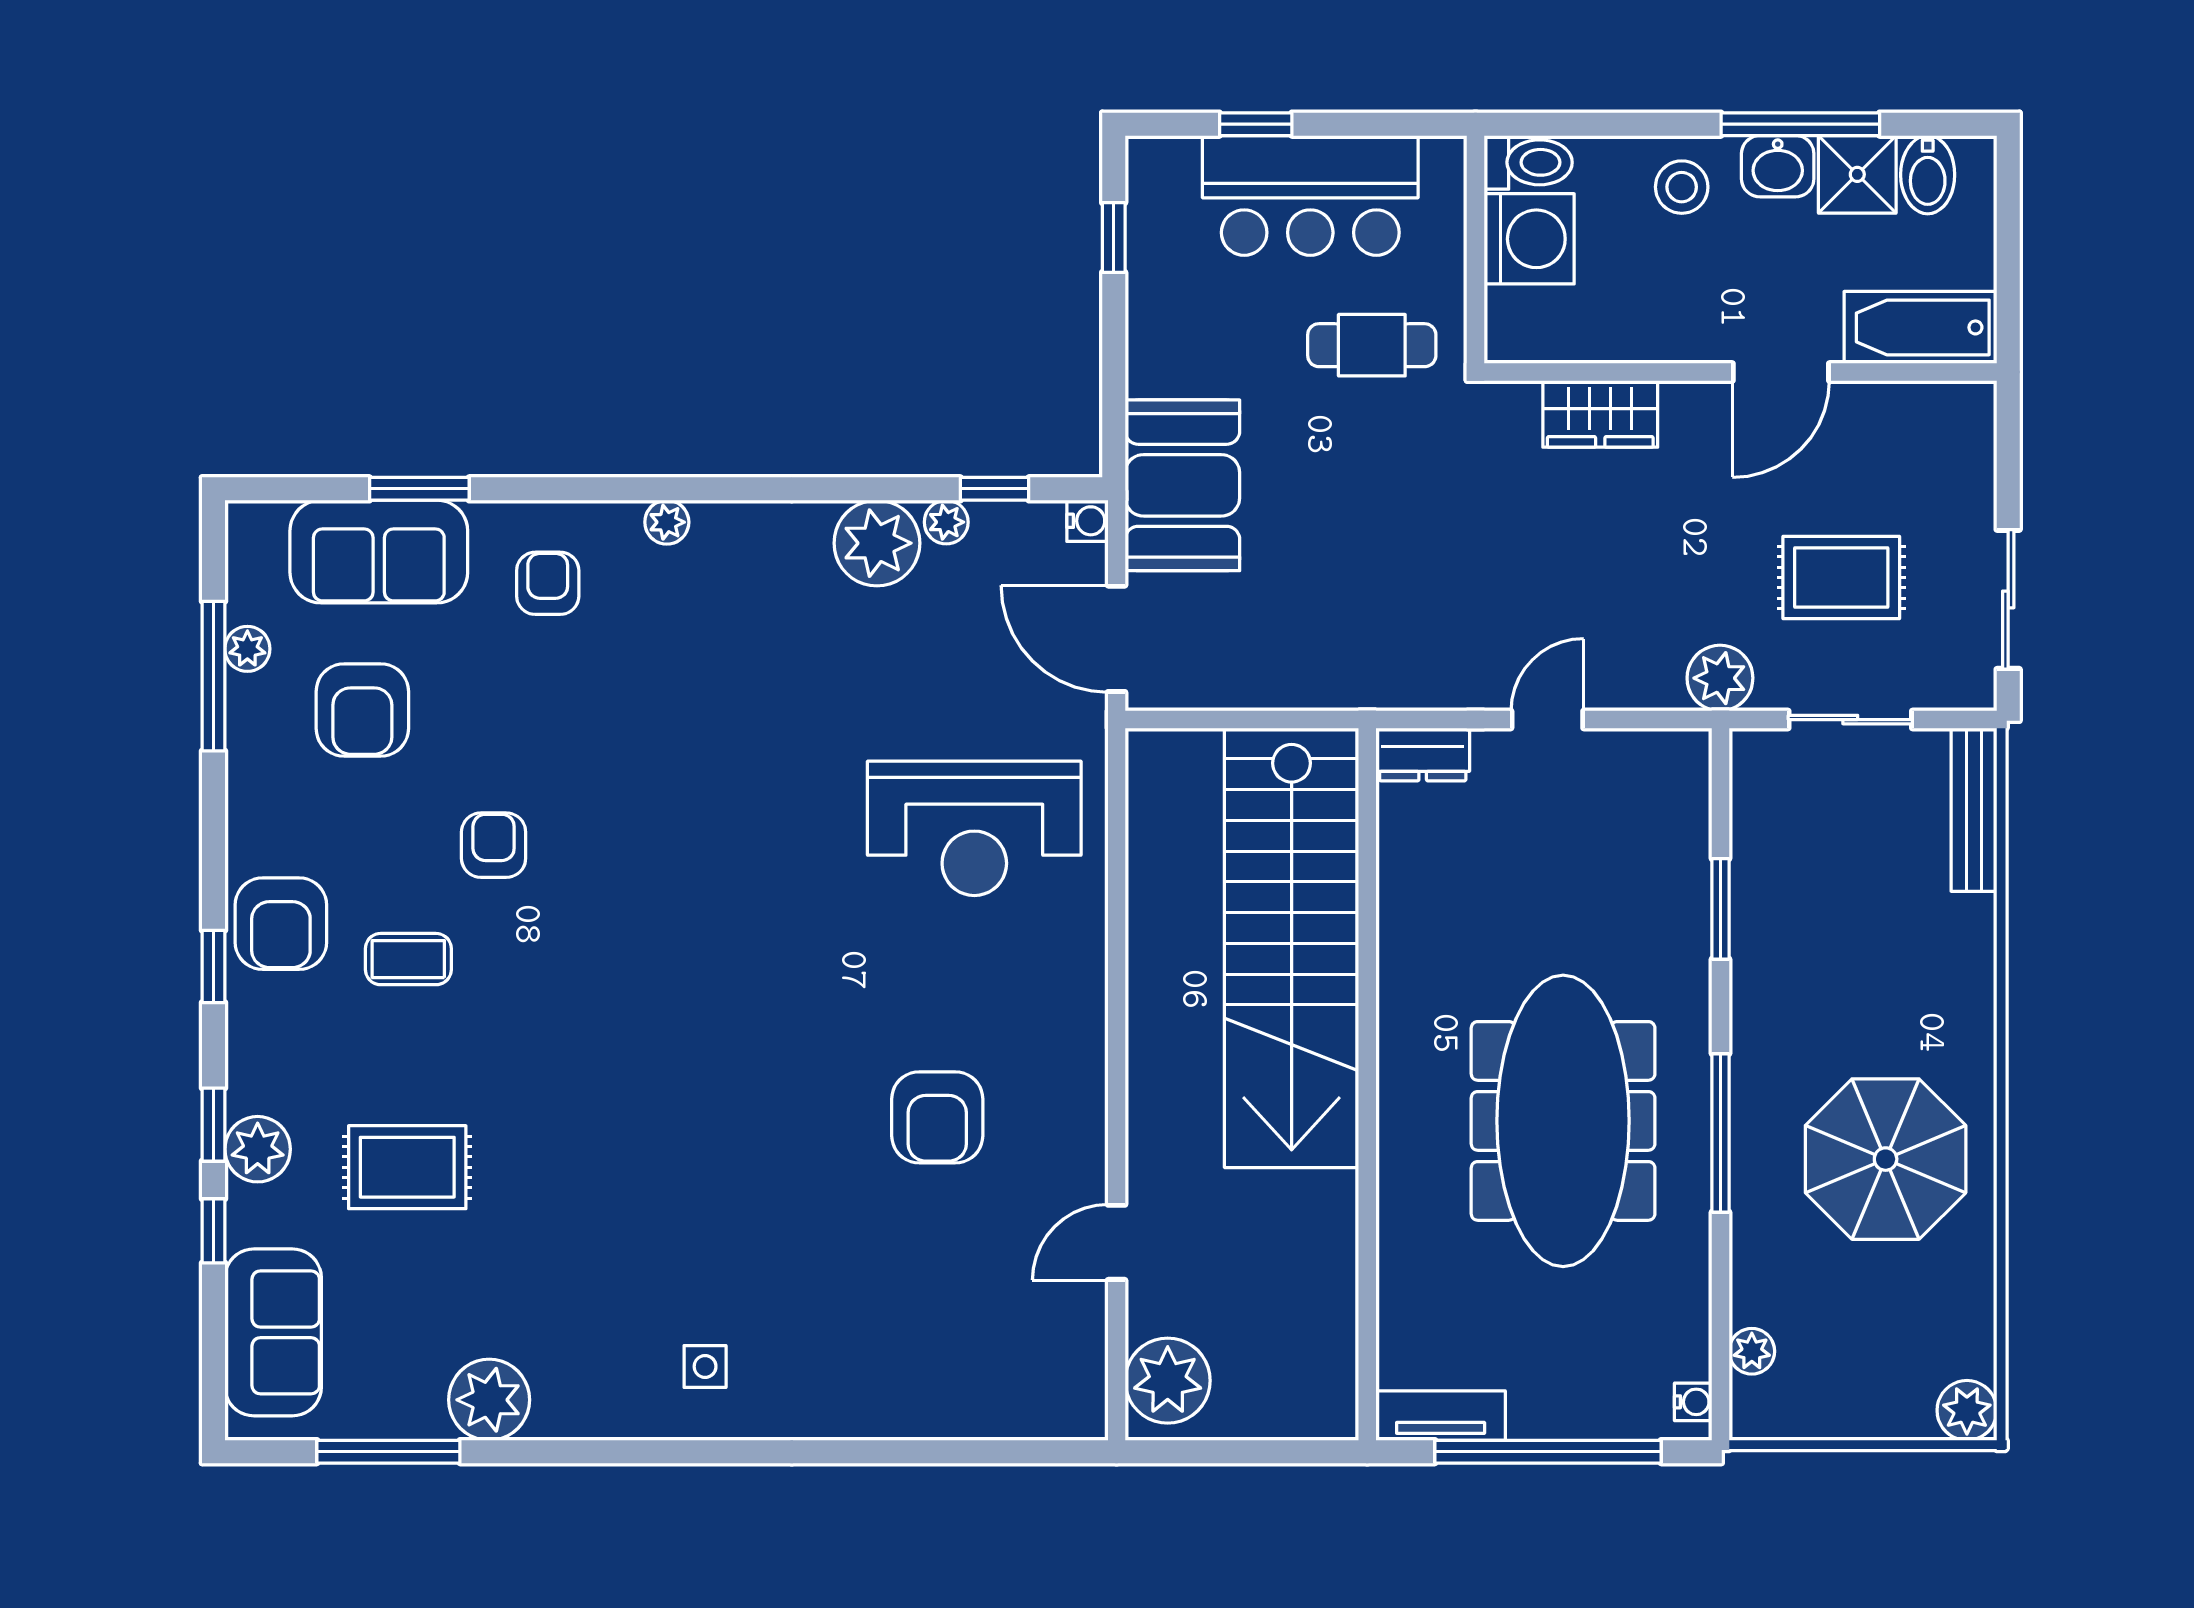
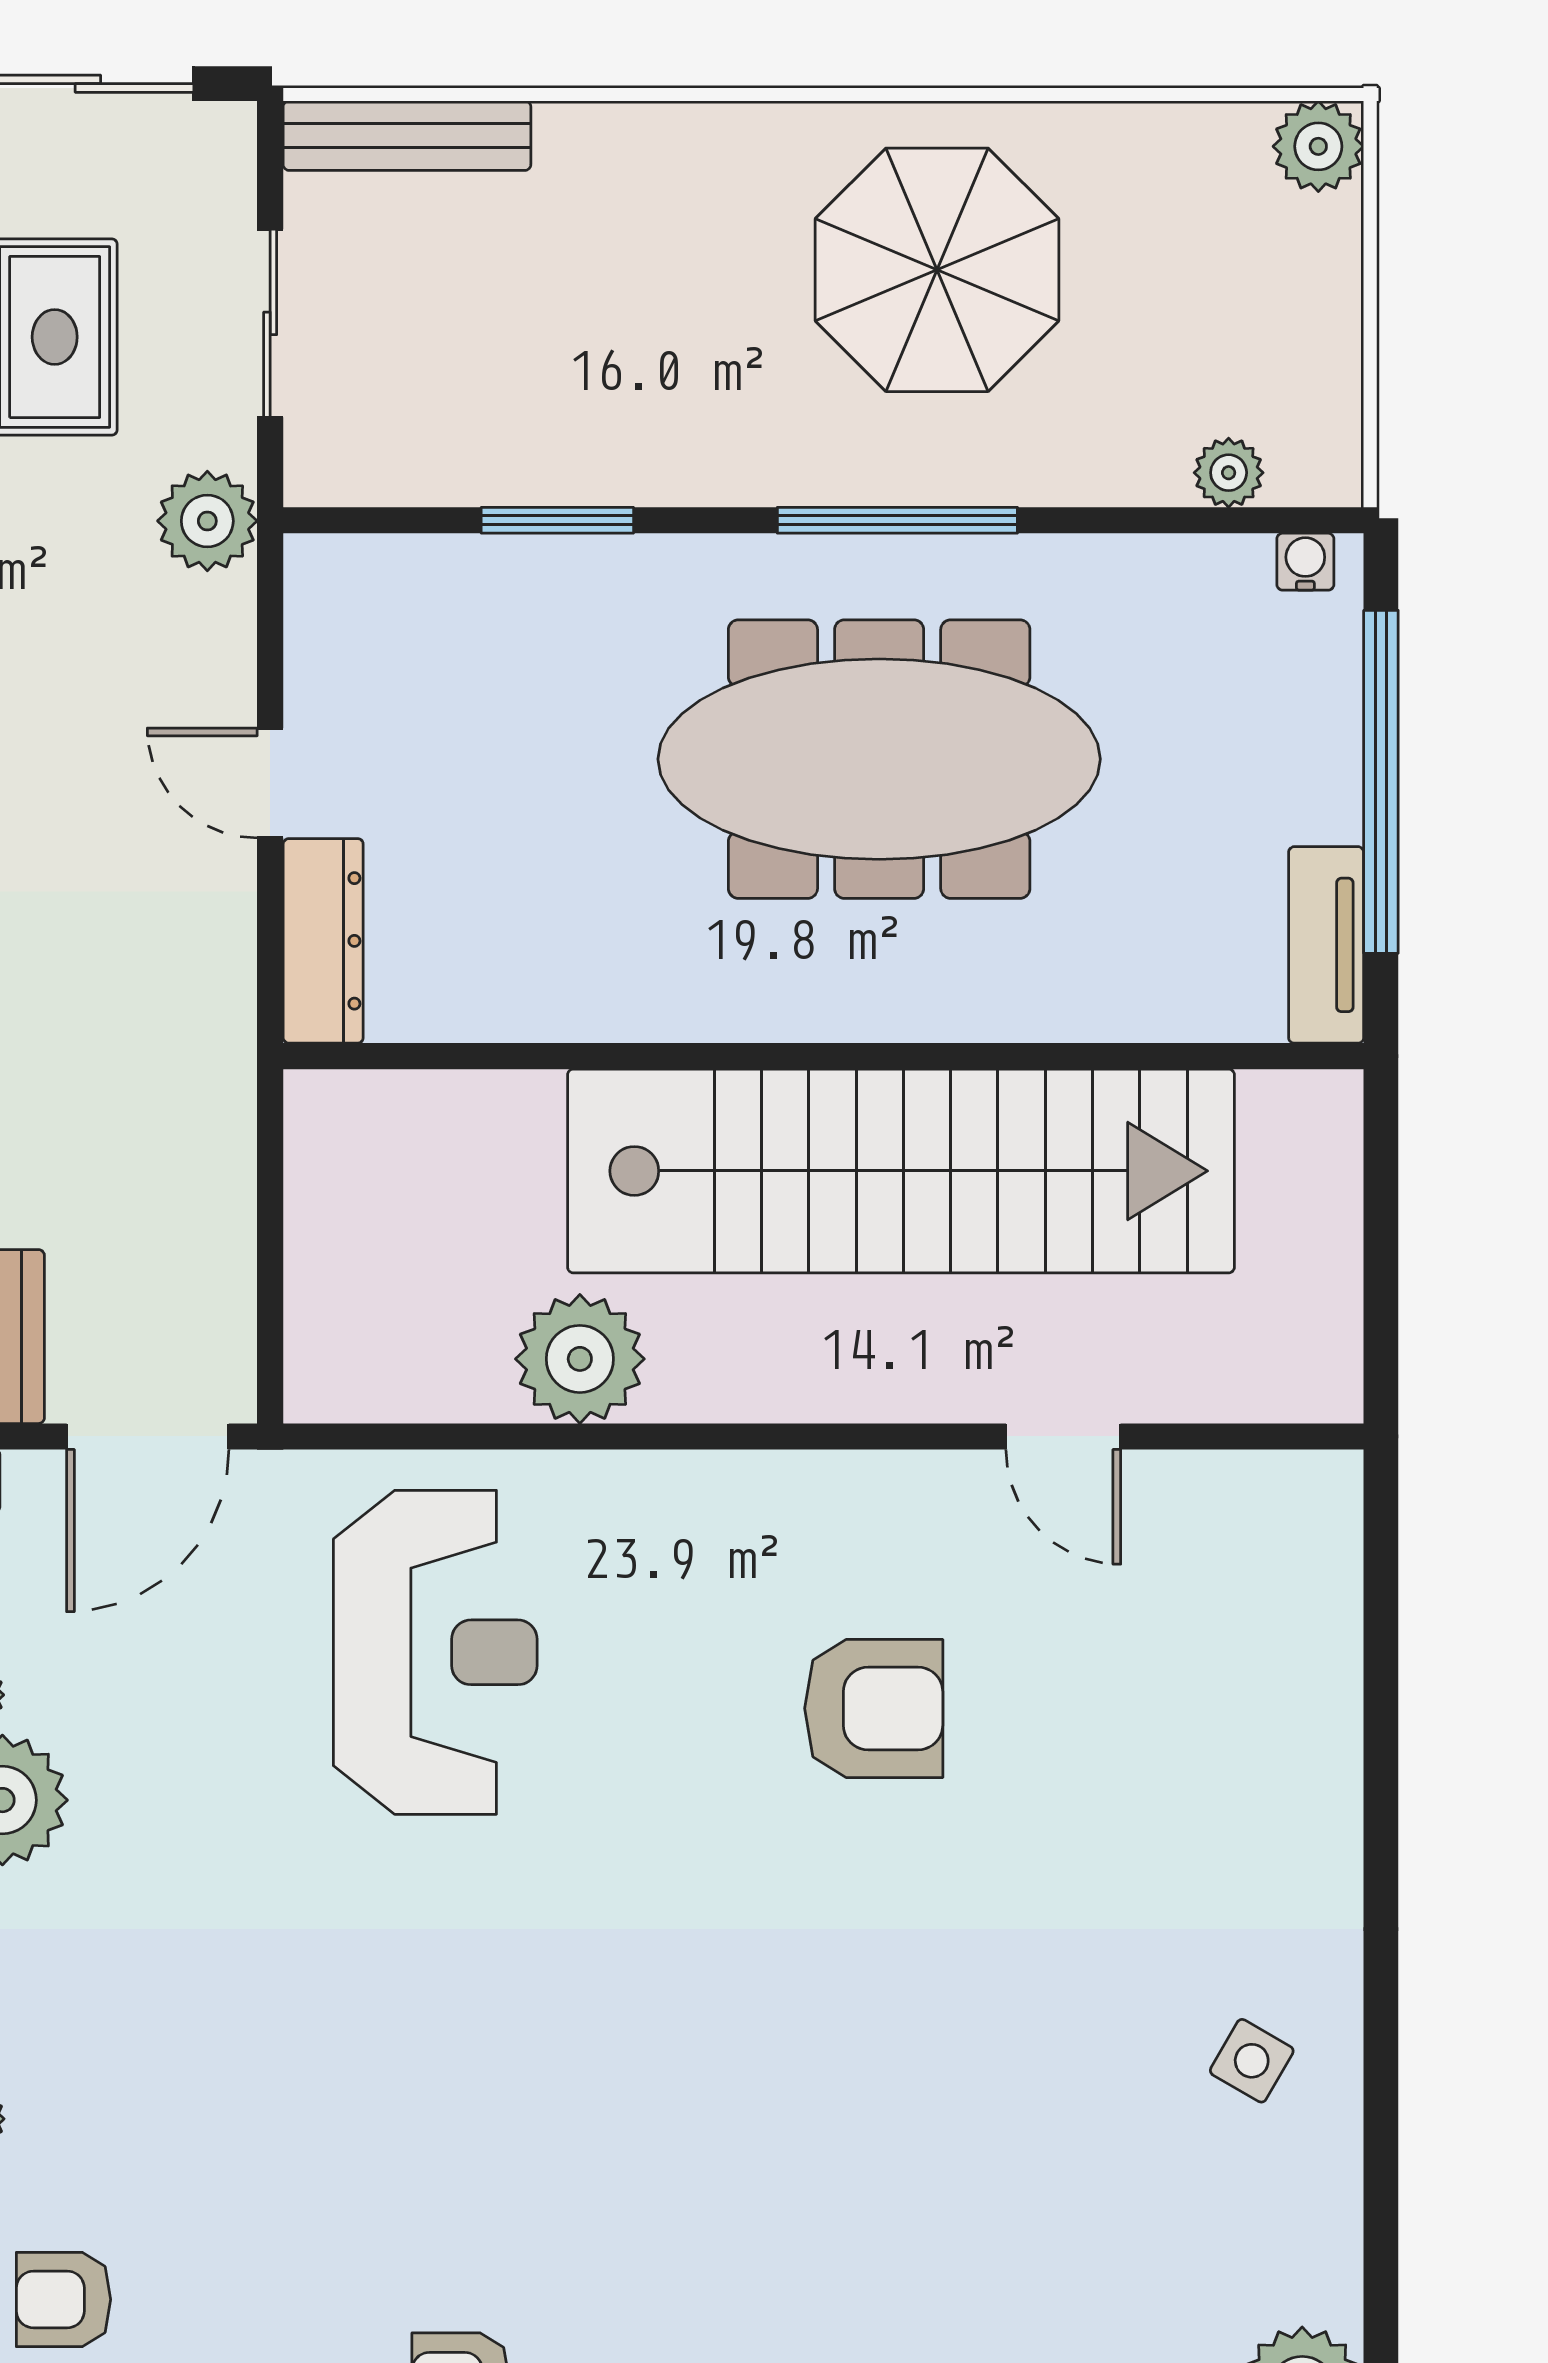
dresser: (1423, 754) -> (323, 941), width x1.44
stairs: (1292, 948) -> (901, 1171), moved
side table: (705, 1367) -> (1252, 2061), turned 30
plant: (1168, 1381) -> (580, 1359), moved

